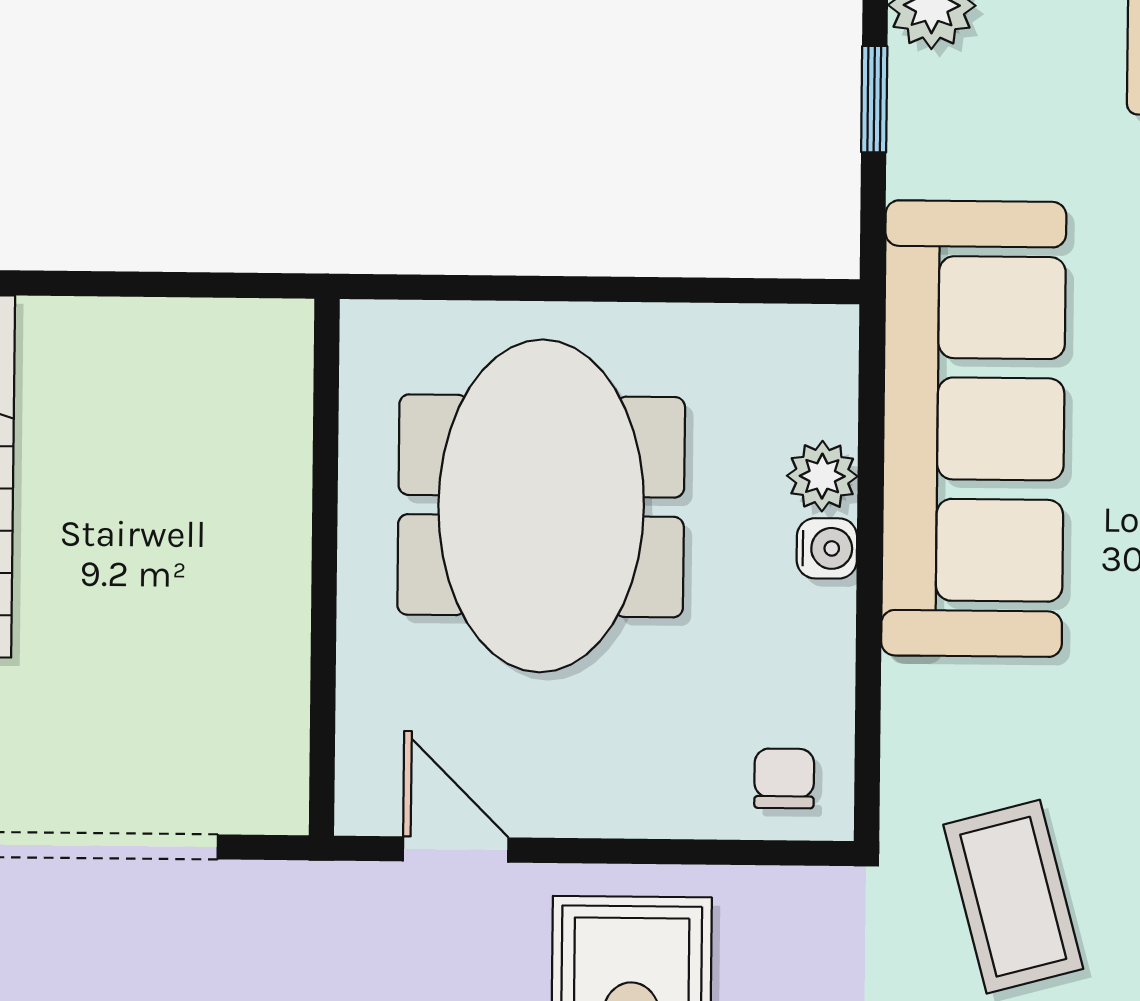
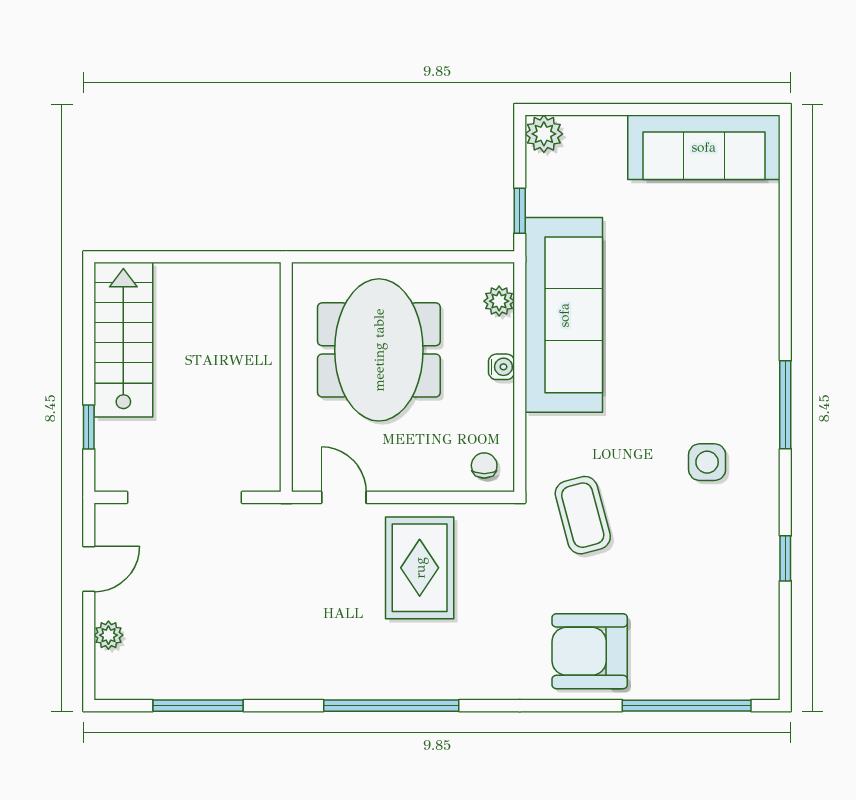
window: (874, 99) -> (520, 211), moved
plant: (822, 476) -> (499, 301), moved

